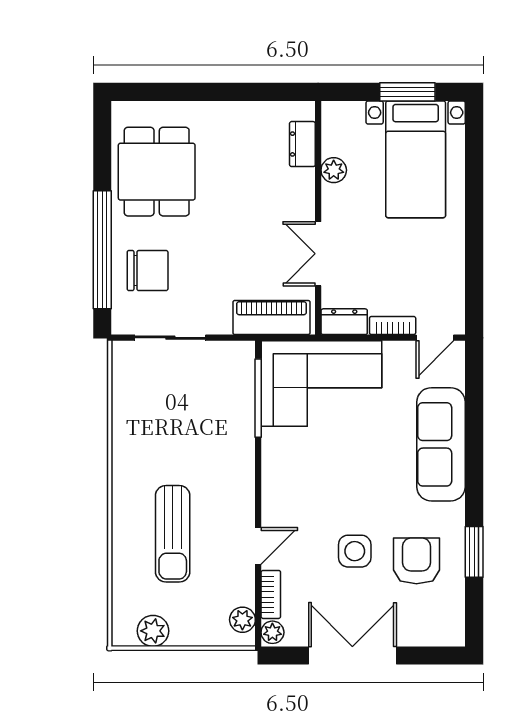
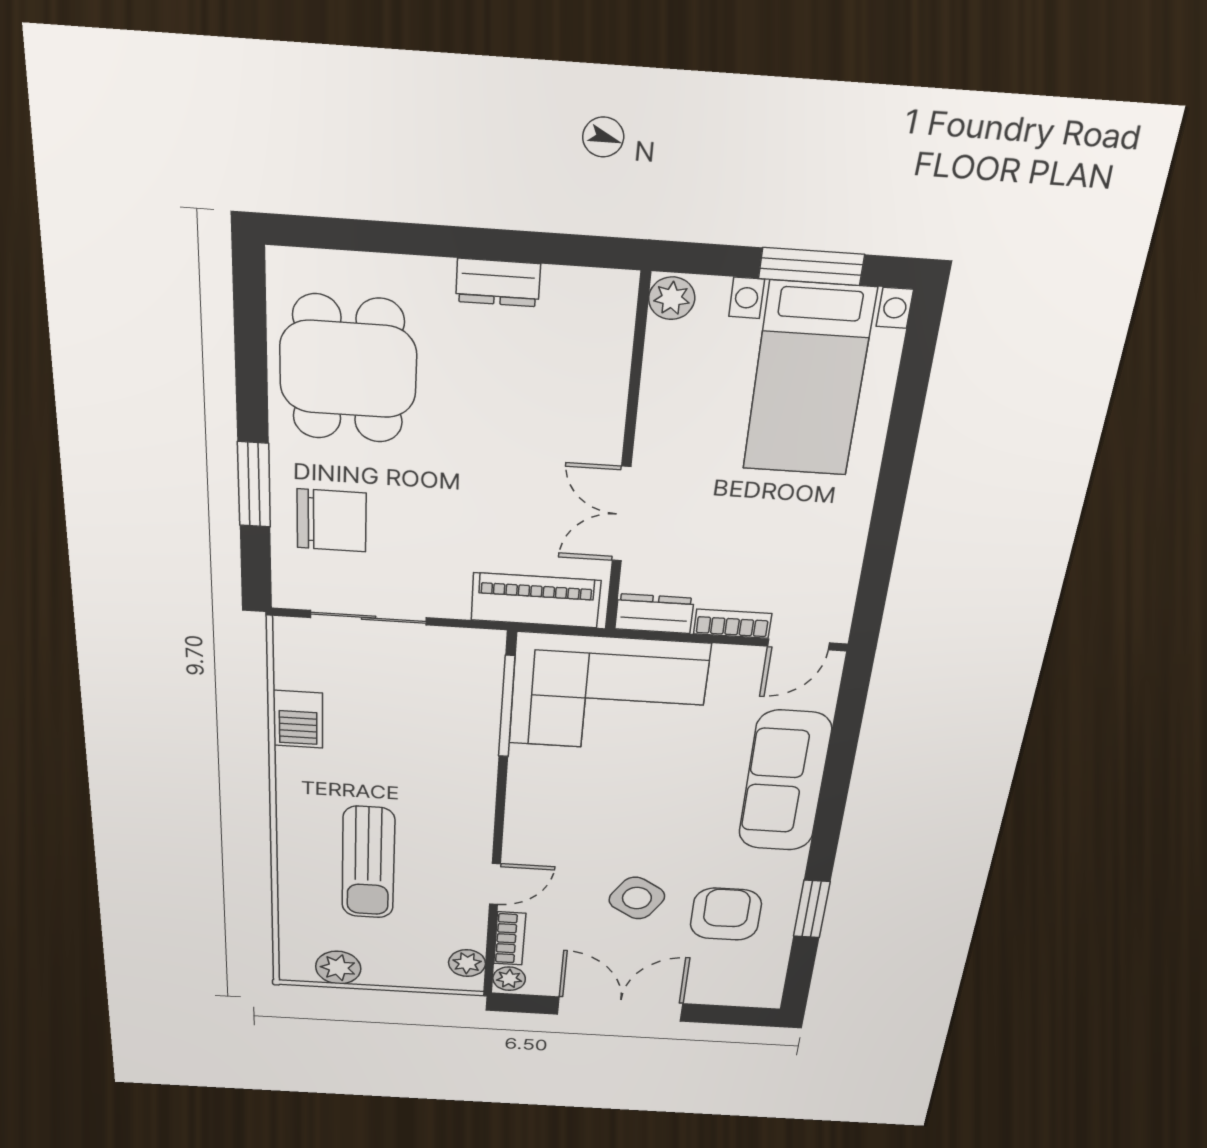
dresser: (302, 144) -> (498, 283), moved, turned -90
plant: (334, 170) -> (672, 298), moved
window: (102, 250) -> (254, 485), width x0.47
barbecue: (127, 418) -> (298, 719), added
side table: (355, 551) -> (637, 898), turned 32

